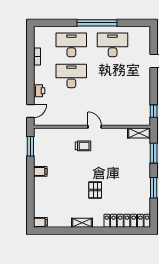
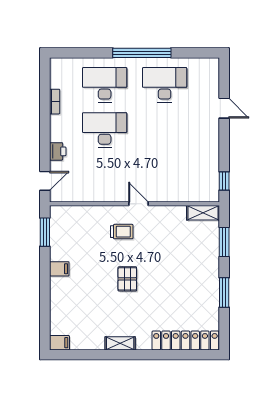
pallet: (95, 190) -> (127, 279), moved

